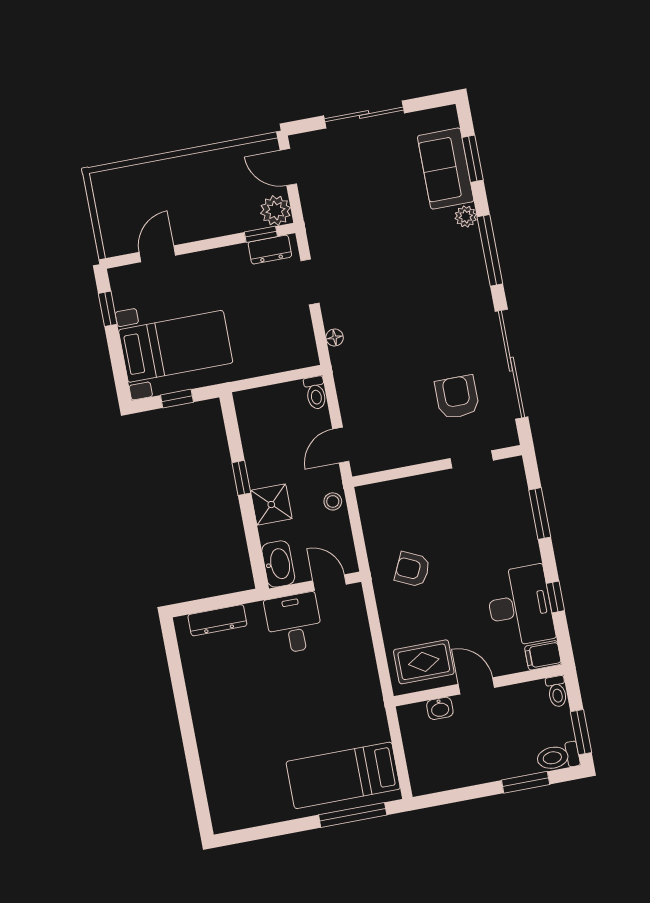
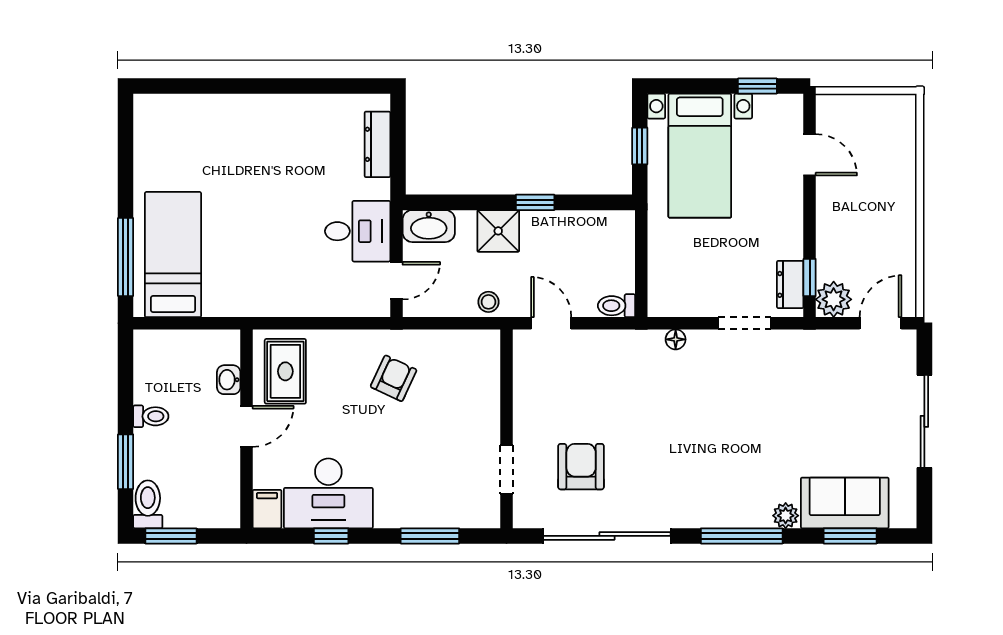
armchair: (457, 397) -> (581, 467), turned -90
toilet: (557, 691) -> (151, 416), moved, turned 180

